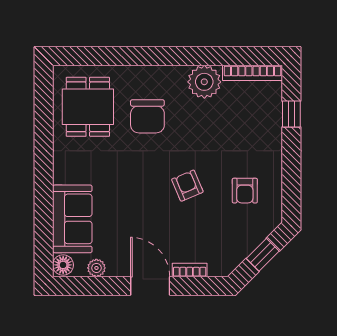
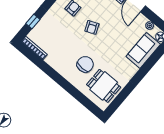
plant: (204, 82) -> (54, 59), removed
dining table: (88, 107) -> (104, 86), turned 90

